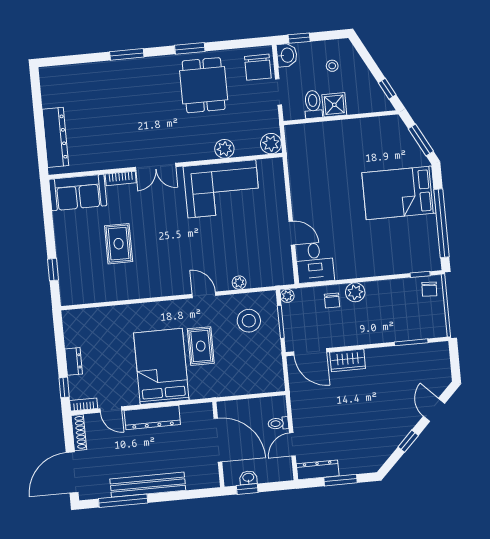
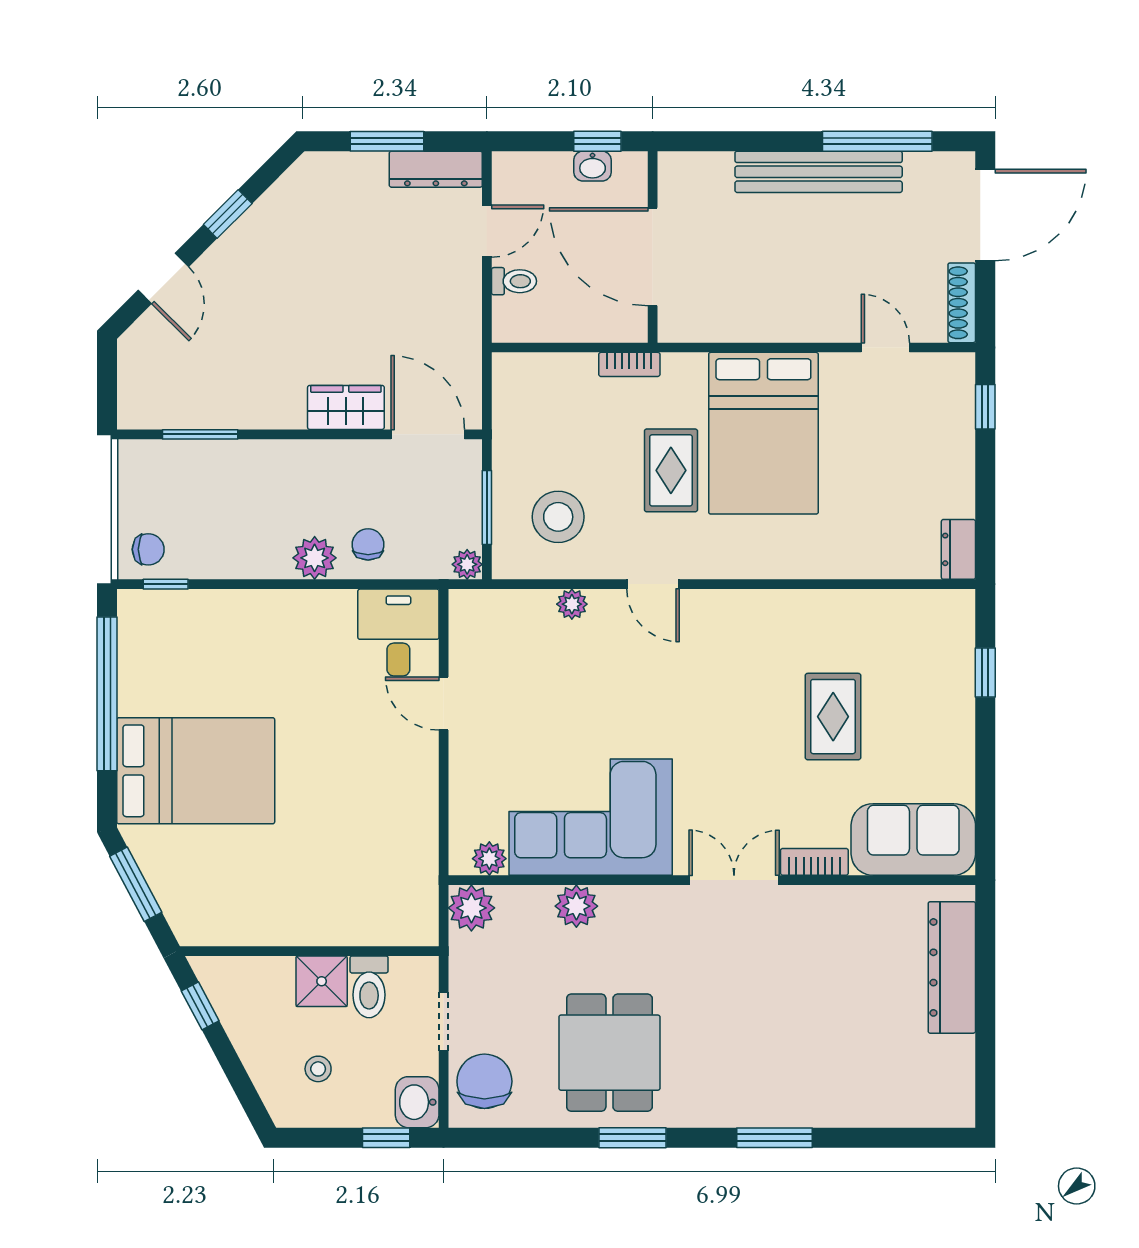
plant: (265, 166) -> (489, 859), added
chair: (429, 289) -> (148, 549), turned 87
dresser: (74, 361) -> (958, 549), moved
bookcase: (84, 405) -> (629, 364), moved
dresser: (152, 418) -> (794, 321), removed

